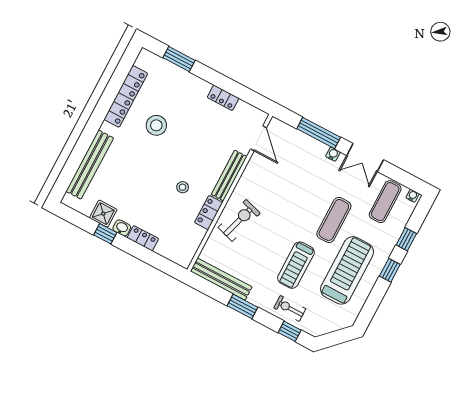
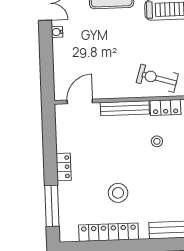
window: (179, 59) -> (52, 206), width x1.44
locker: (223, 98) -> (64, 167), moved
window: (319, 133) -> (46, 54), removed

